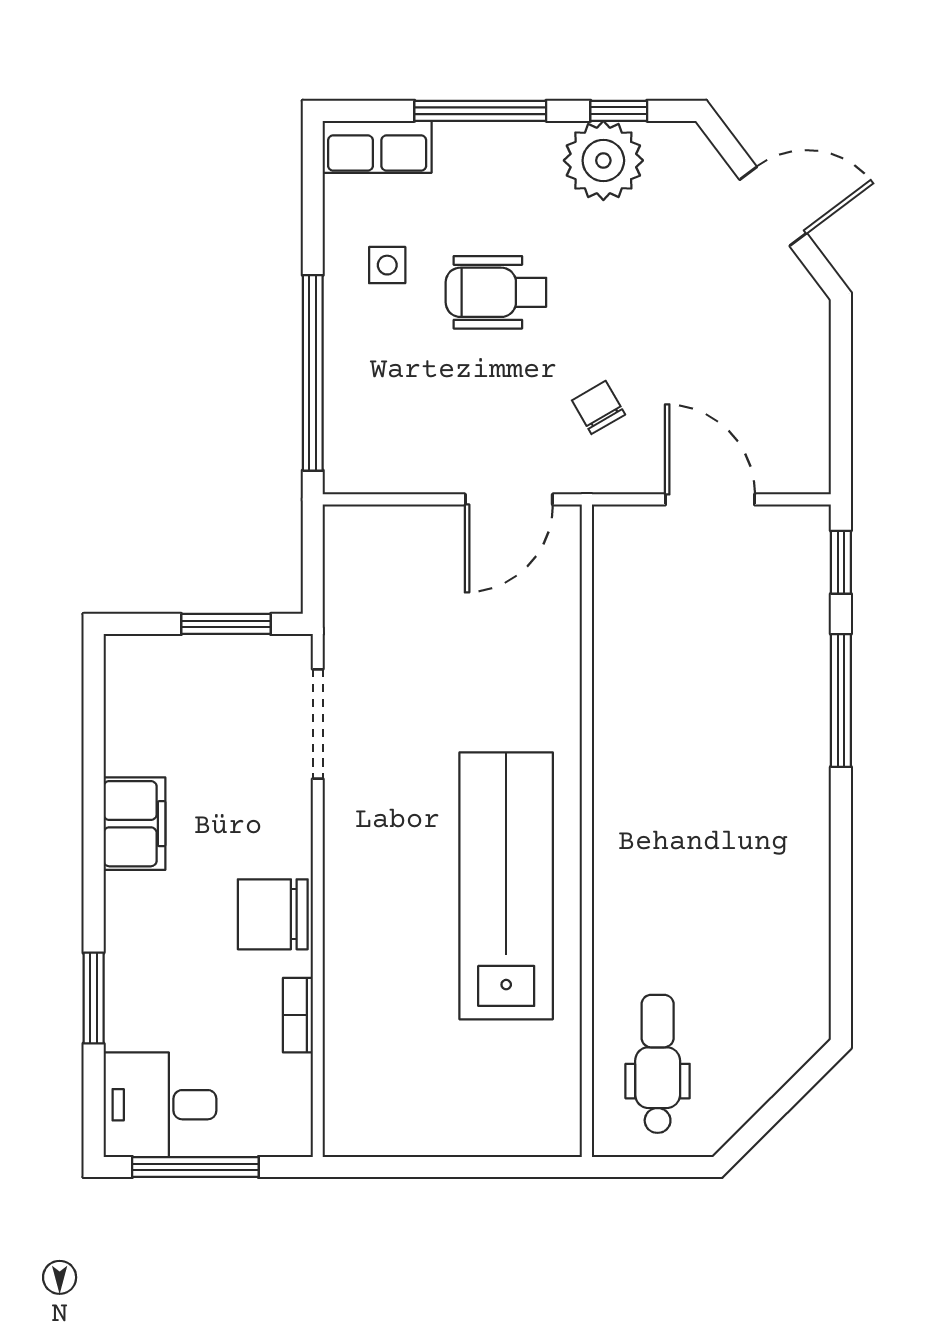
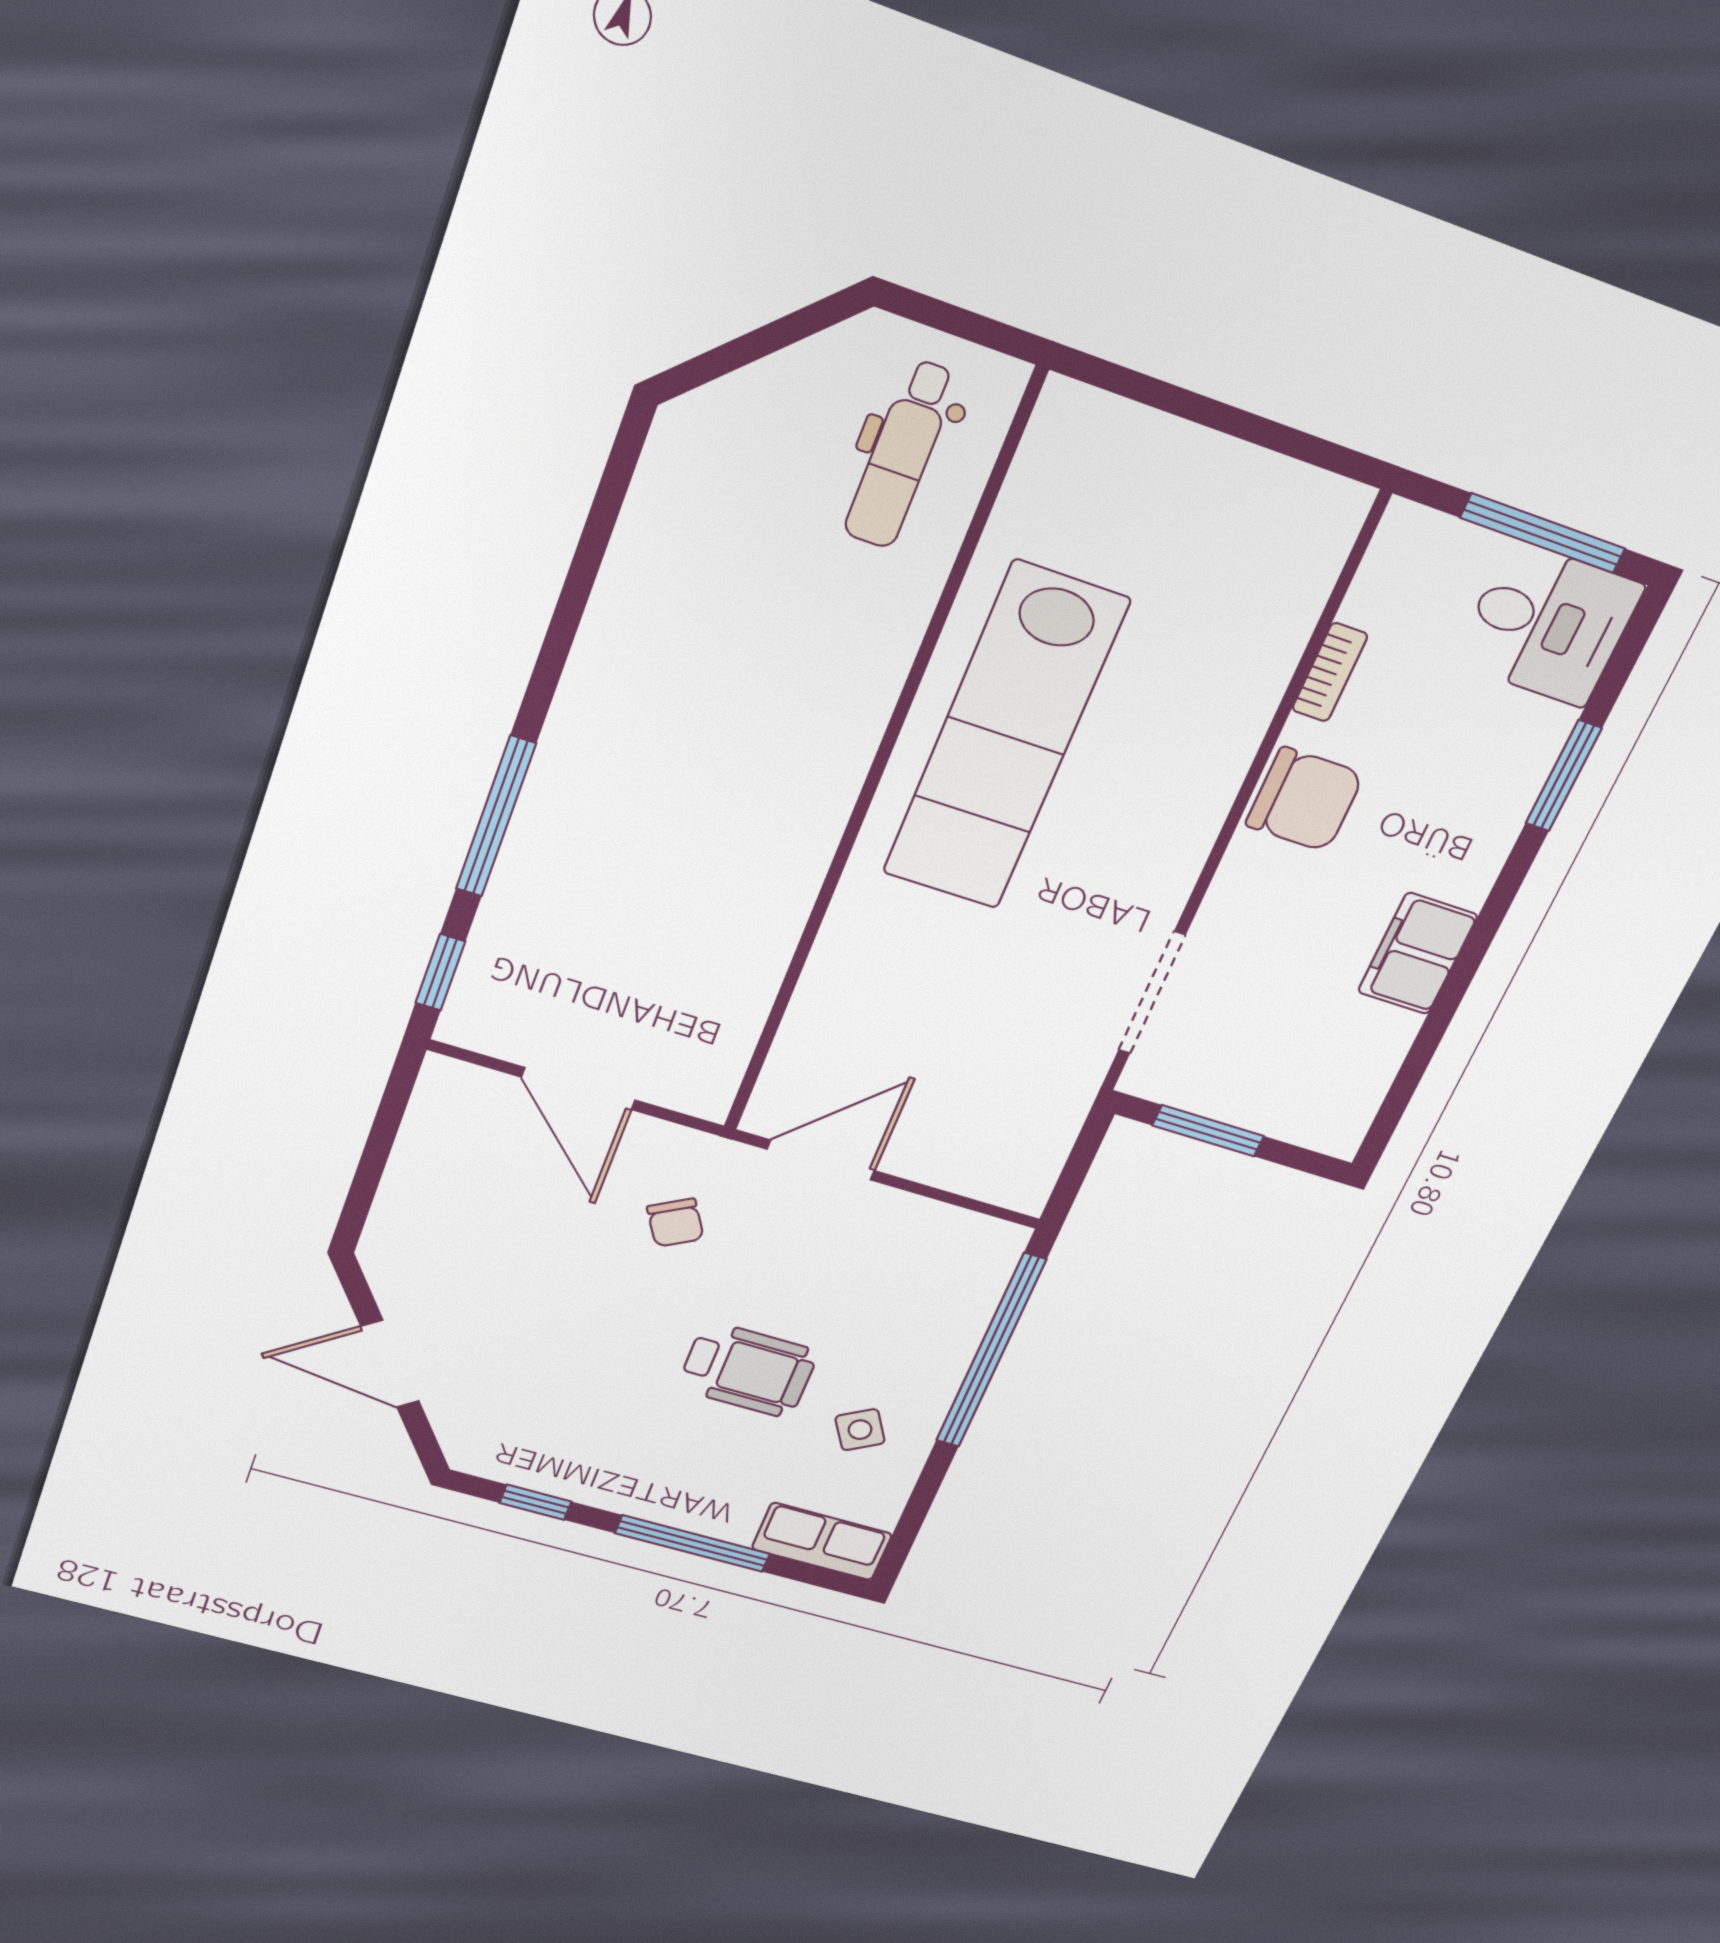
plant: (603, 160) -> (572, 1461), removed
side table: (387, 265) -> (860, 1430), turned -31

